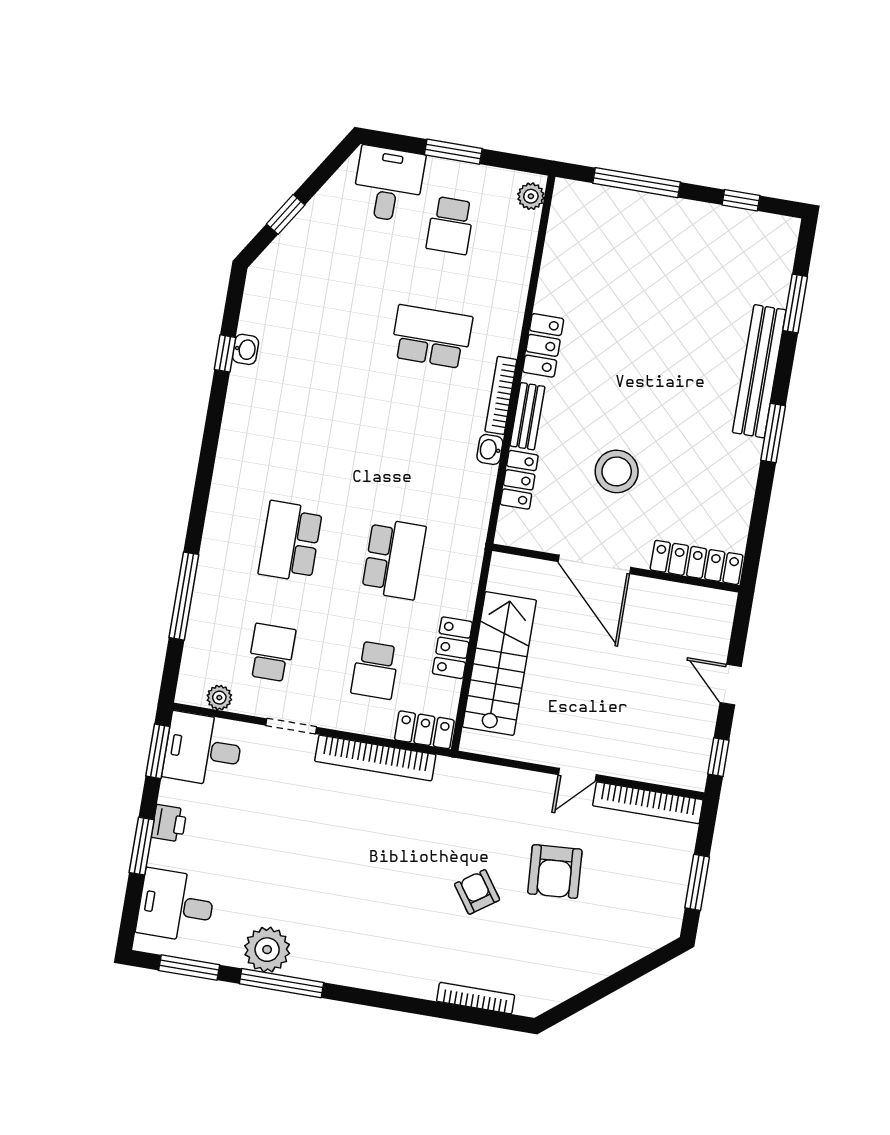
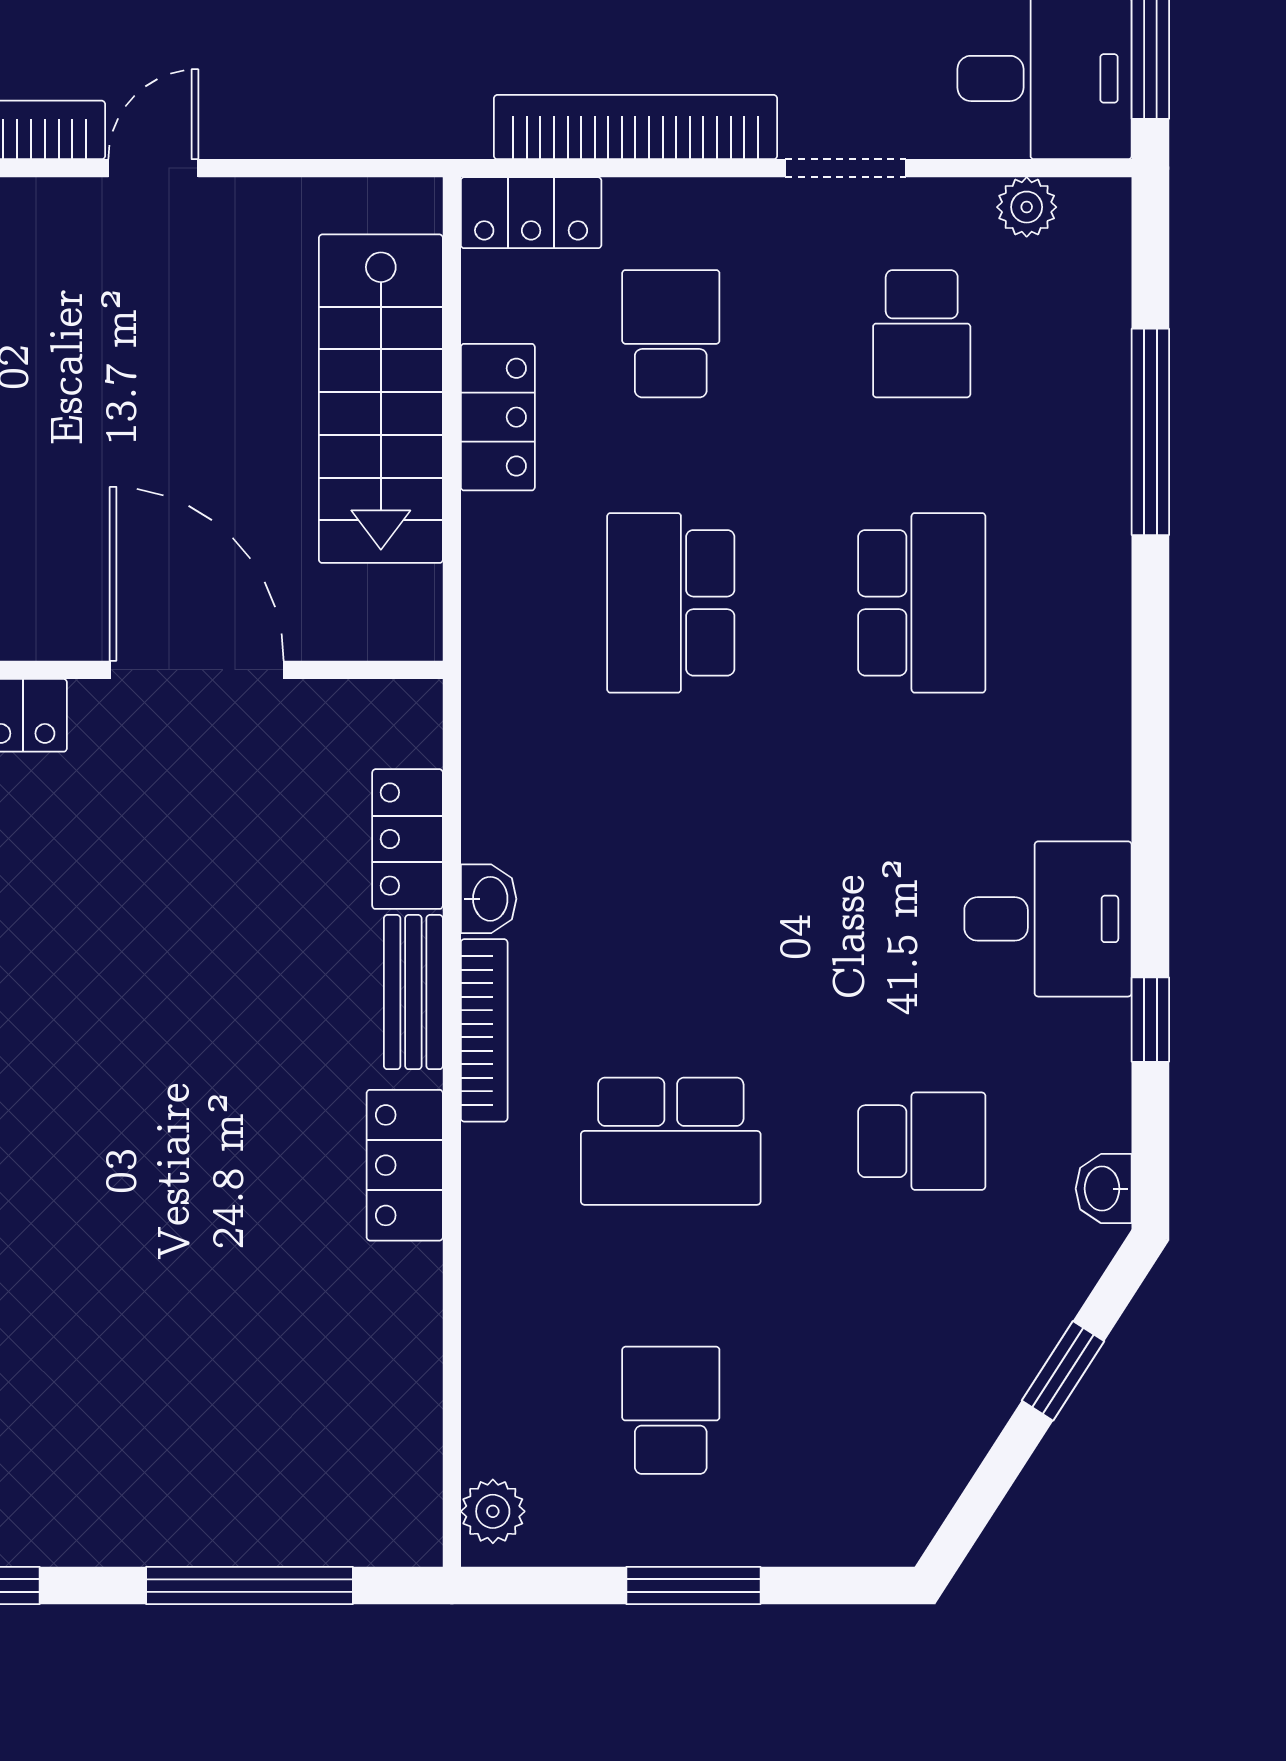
desk: (388, 184) -> (1048, 919), moved, turned -90
school desk: (328, 319) -> (922, 1141), added
washbasin: (245, 349) -> (1104, 1189), moved
stool: (617, 471) -> (181, 898), removed

